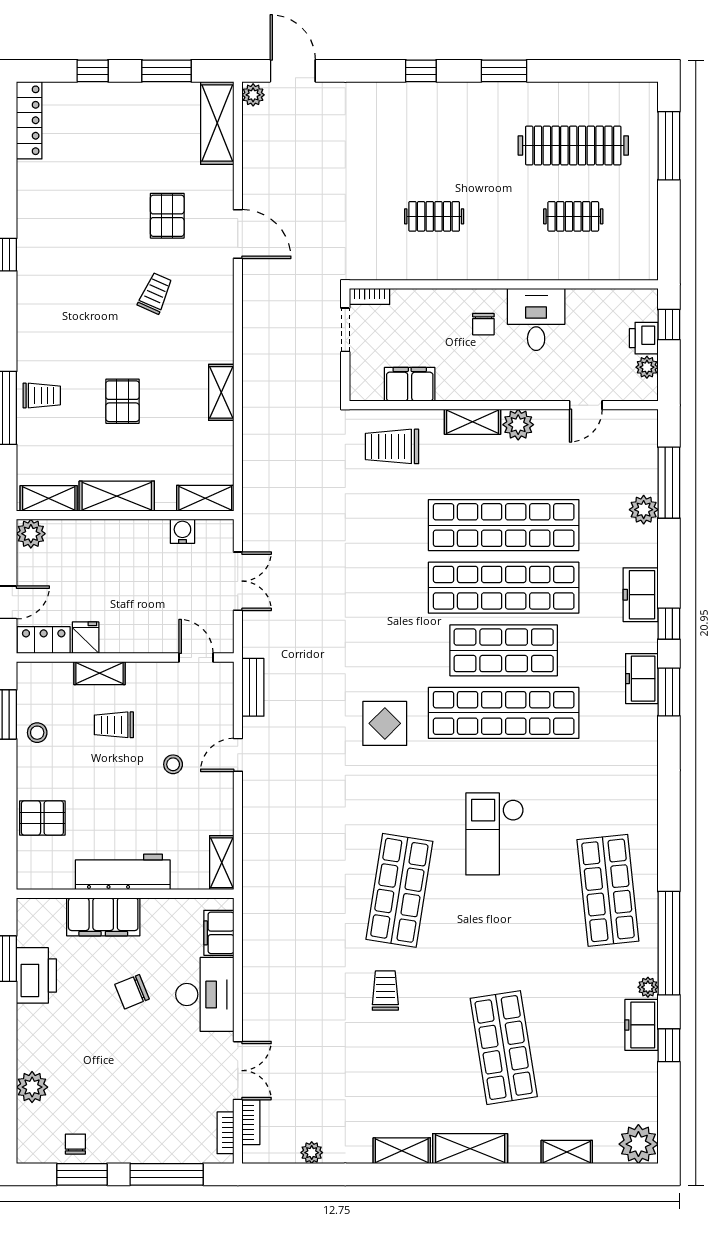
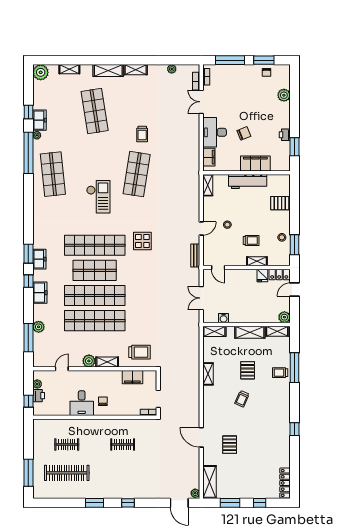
trolley: (155, 293) -> (242, 399), moved
printer: (36, 975) -> (285, 135), width x0.53, depth x0.68

